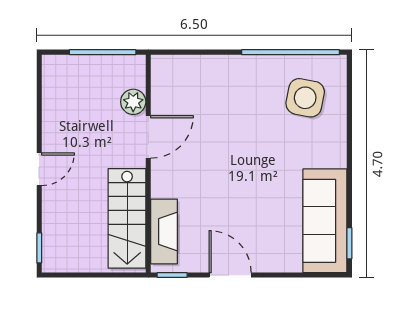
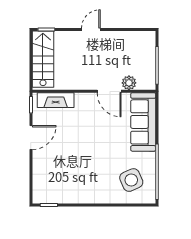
side table: (305, 98) -> (131, 180), turned -35
door: (39, 169) -> (91, 30), swing flipped
stairs: (127, 218) -> (43, 59), moved, turned 90
sofa: (325, 221) -> (143, 122), moved, turned -90

